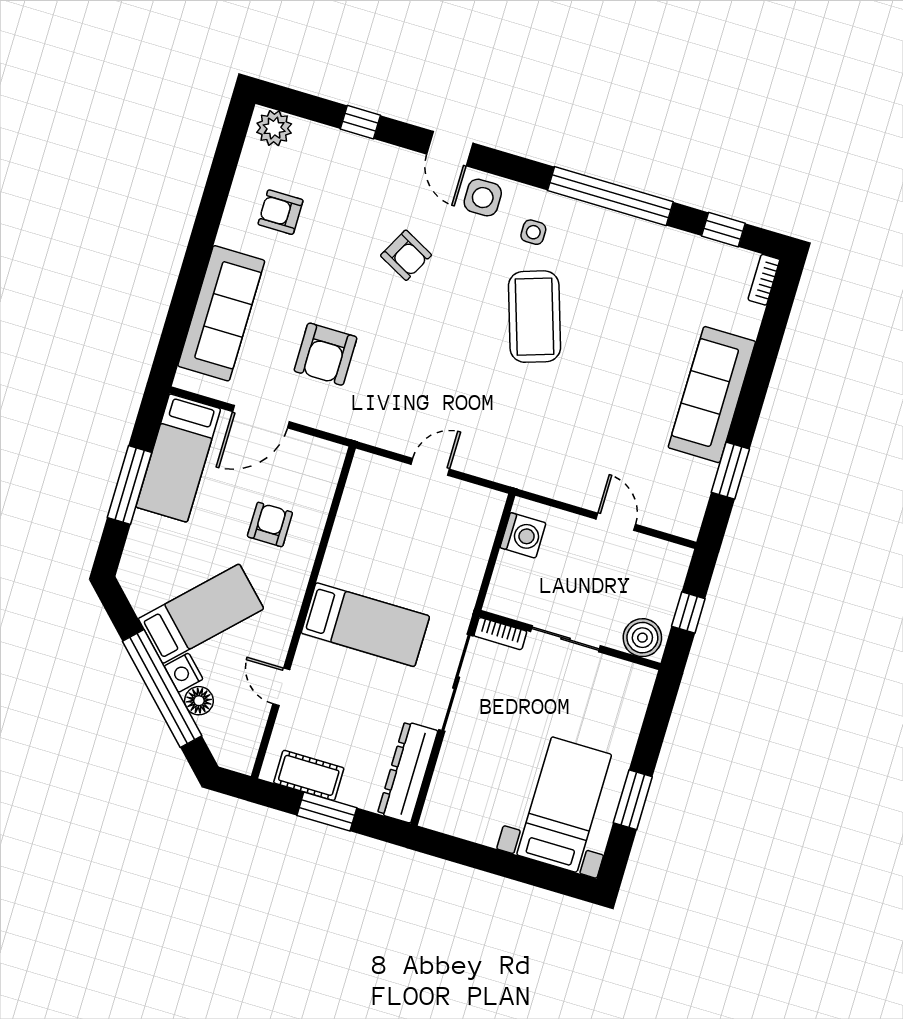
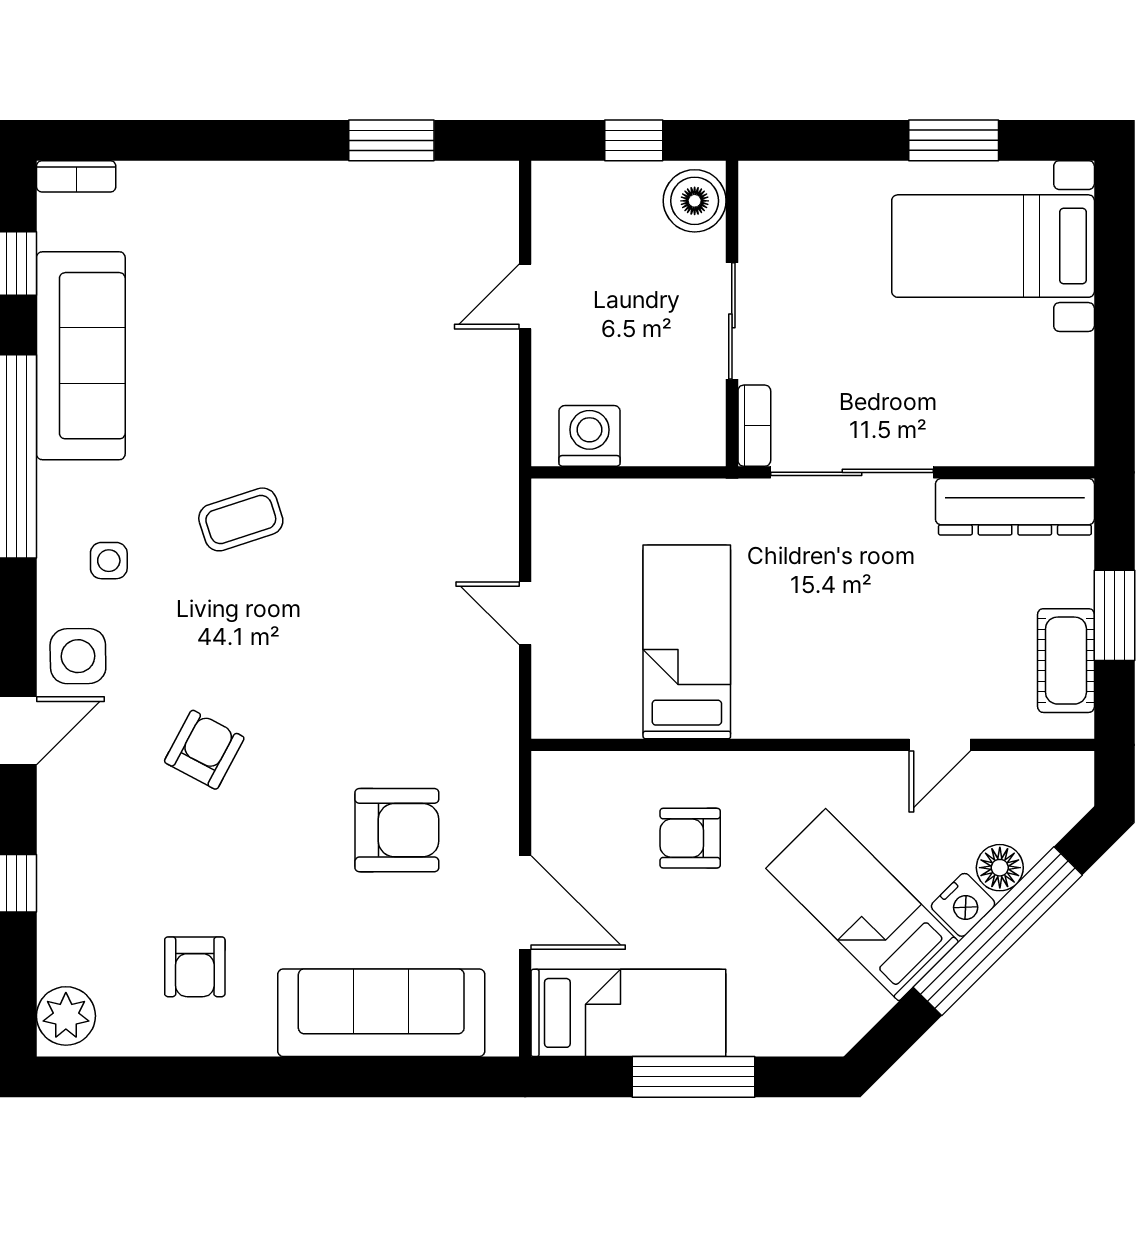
coffee table: (534, 317) -> (241, 519), width x0.54, depth x0.58
sofa: (712, 395) -> (81, 356), moved, turned -90
bed: (365, 625) -> (687, 642), moved

